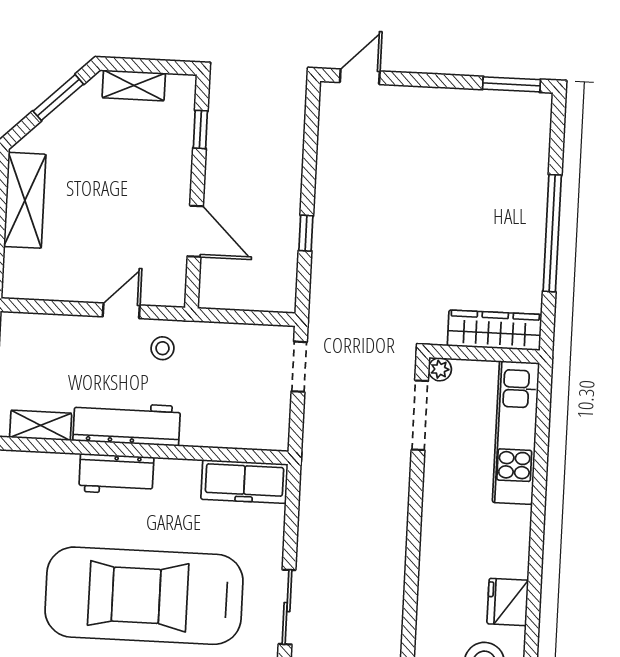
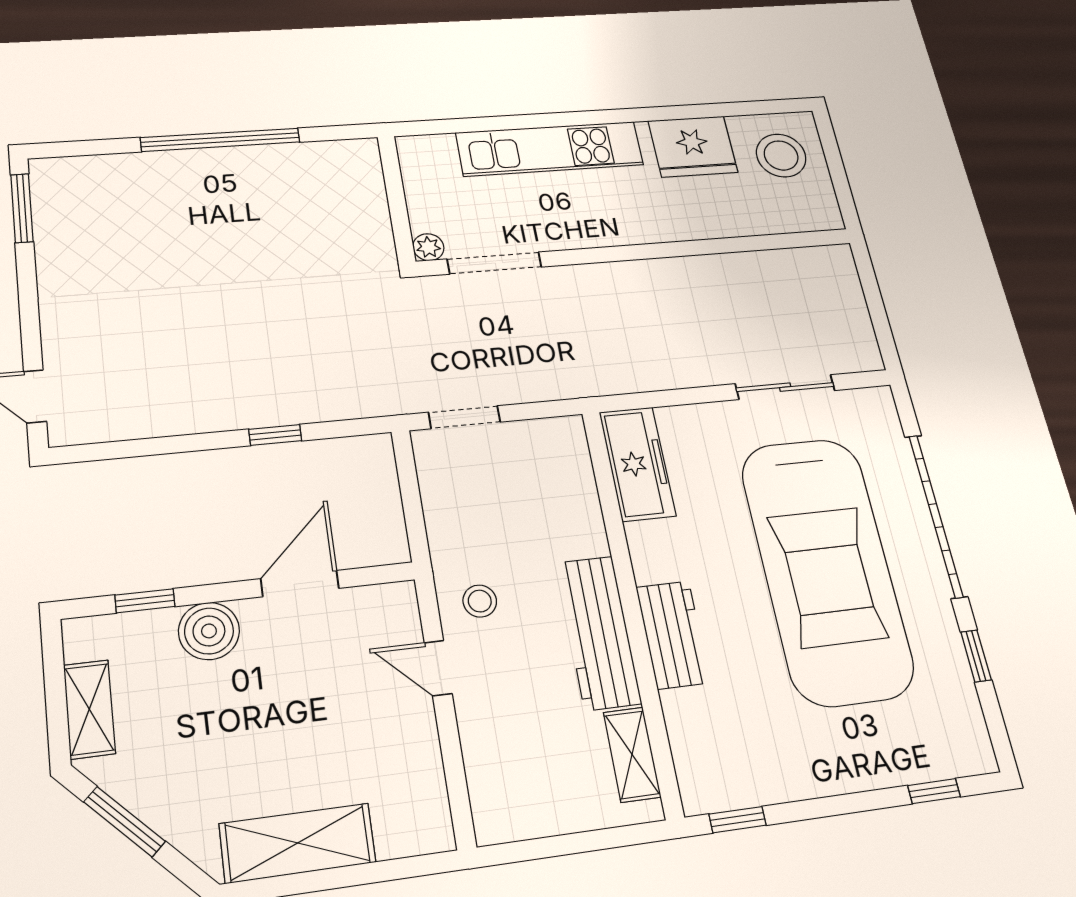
boiler: (173, 167) -> (209, 631), added
wardrobe: (495, 330) -> (363, 191), removed
kitchen unit: (516, 433) -> (550, 149), moved
fridge: (508, 602) -> (693, 146), width x1.36, depth x1.34

